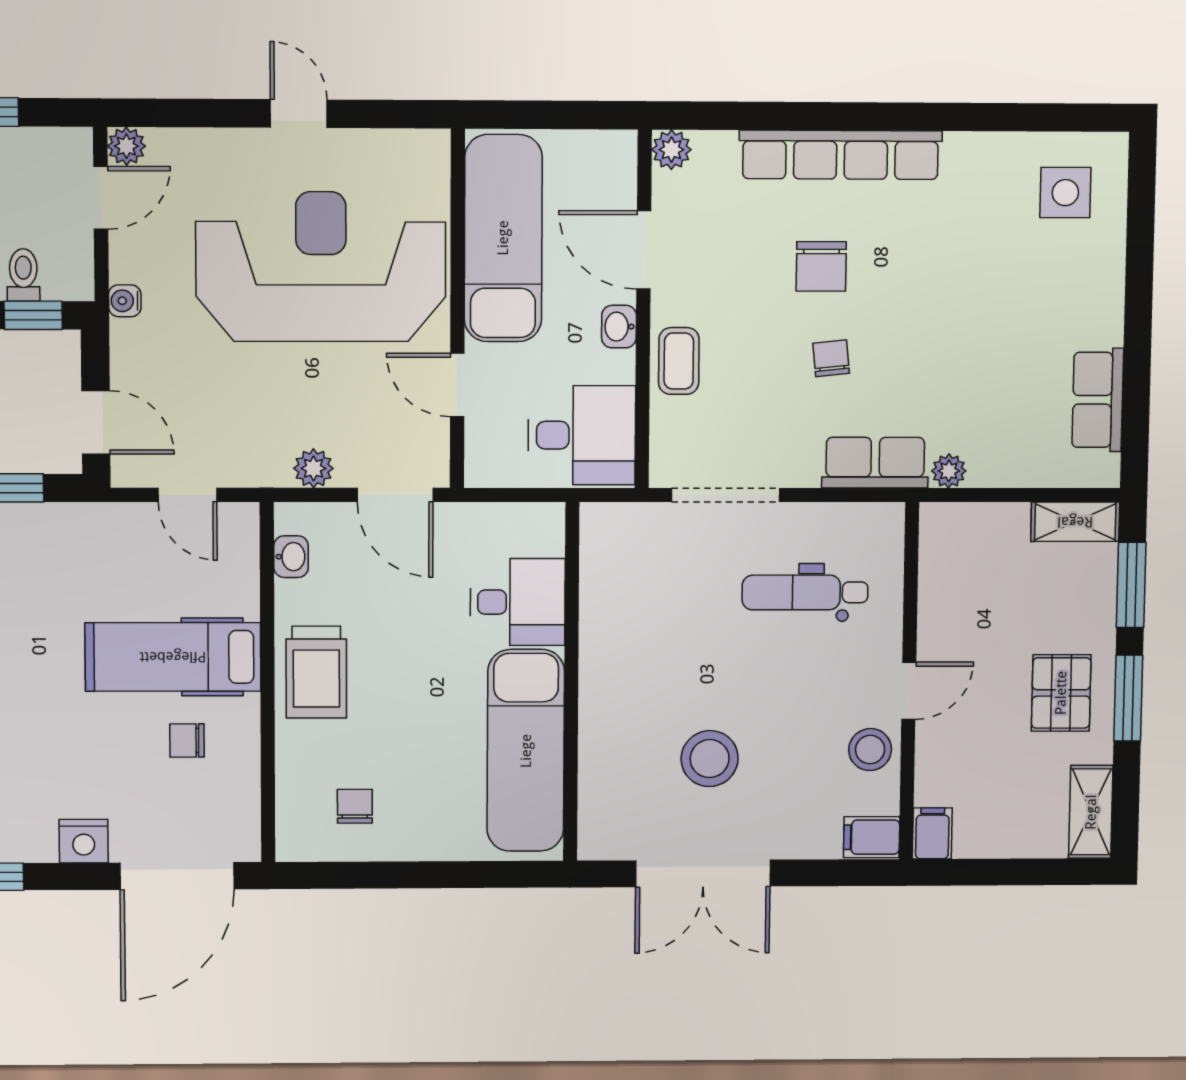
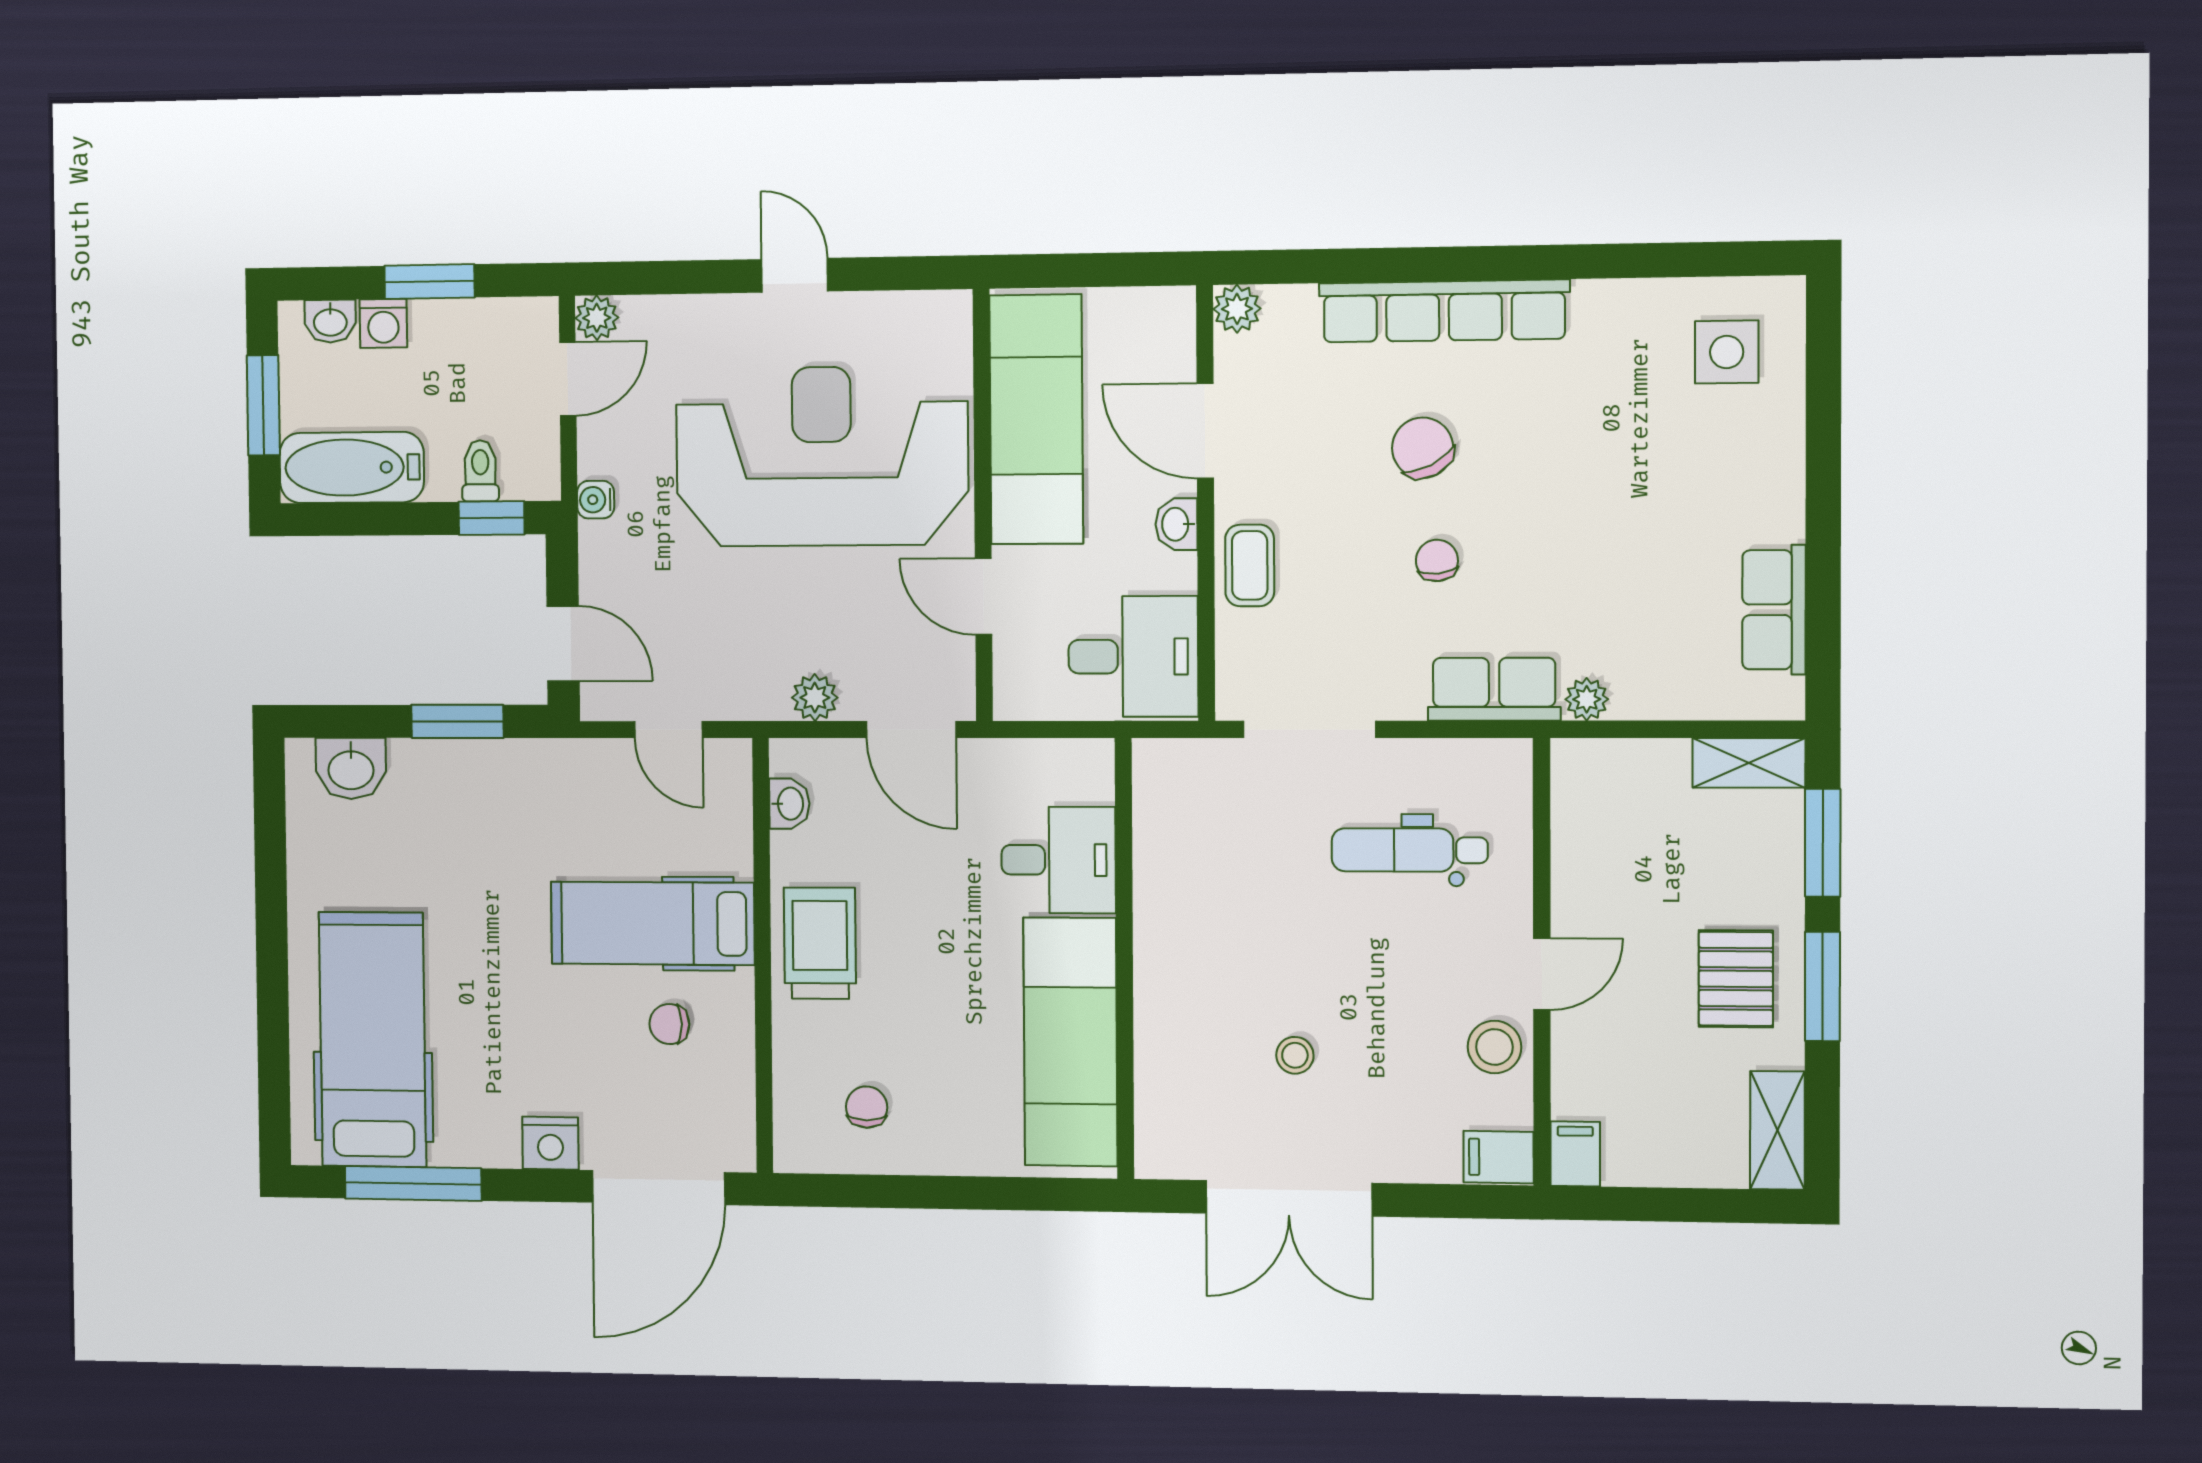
chair: (821, 266) -> (1423, 448), turned 153
trolley: (316, 672) -> (820, 943), turned 180
stool: (710, 759) -> (1295, 1055), width x0.53, depth x0.53

